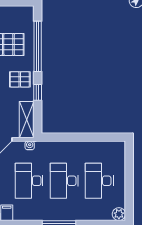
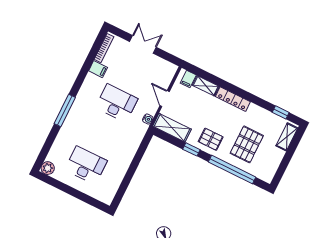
pallet: (20, 79) -> (211, 139), turned 90
desk: (64, 181) -> (101, 134), removed

